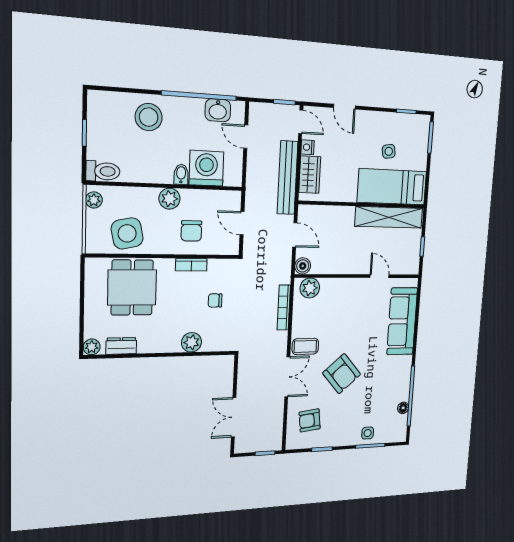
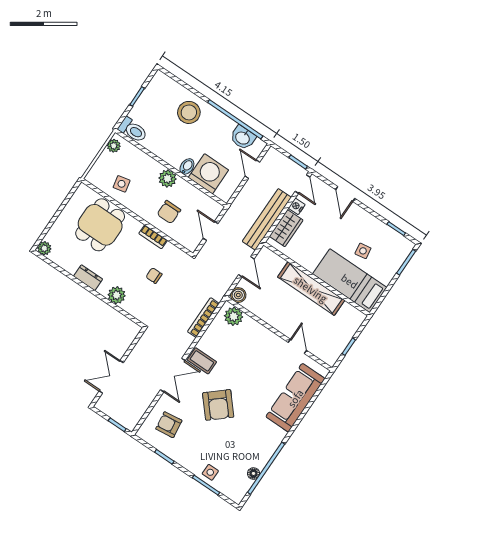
shelving: (389, 217) -> (311, 289), moved
side table: (127, 233) -> (122, 184), width x0.54, depth x0.54
dresser: (121, 346) -> (88, 278), moved

